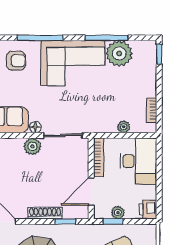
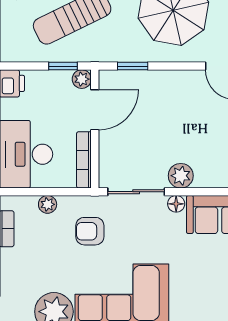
armchair: (16, 61) -> (90, 231), moved
shoe rack: (45, 213) -> (162, 78), removed
plant: (118, 213) -> (82, 79), moved

